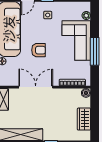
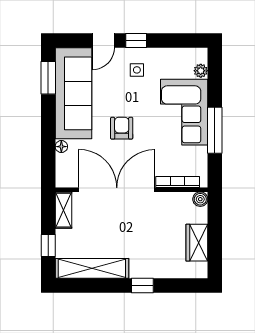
armchair: (39, 50) -> (122, 128), turned -90
double door: (36, 87) -> (117, 190), width x1.36

